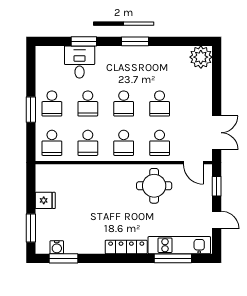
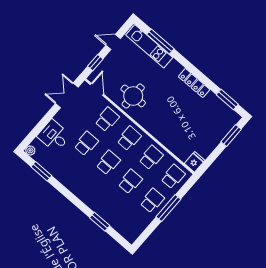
window: (135, 41) -> (41, 171), moved
plant: (201, 57) -> (30, 150), width x0.53, depth x0.53
desk: (80, 62) -> (54, 136), moved, turned 90
window: (31, 110) -> (168, 208), width x1.44
fridge: (45, 200) -> (195, 162), moved, turned 90
door: (217, 220) -> (113, 42), hinge flipped
water cooler: (57, 247) -> (225, 110), removed
locker: (126, 247) -> (194, 83), moved

